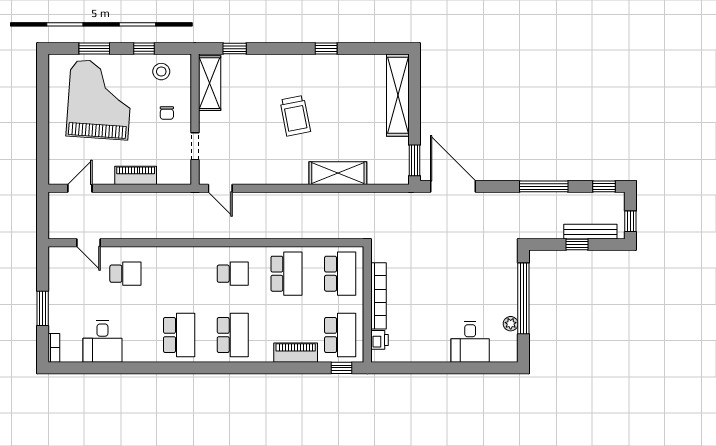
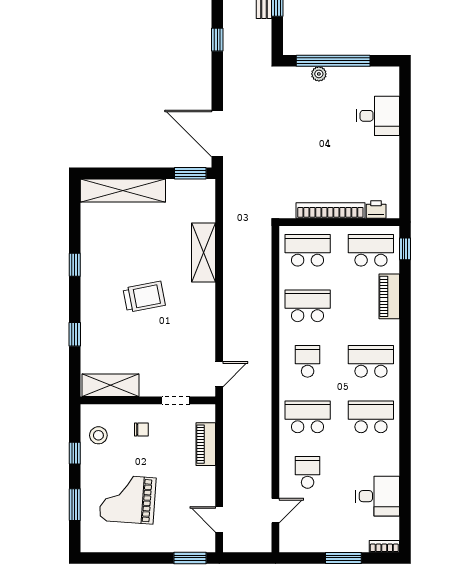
window: (235, 49) -> (75, 334), moved
grand piano: (99, 100) -> (128, 499), width x0.73, depth x0.68
window: (43, 160) -> (190, 558), added
piano: (136, 175) -> (206, 444), moved
door: (453, 186) -> (217, 134), hinge flipped
window: (544, 186) -> (217, 40), width x0.46
school desk: (179, 274) -> (308, 417), added
plant: (511, 324) -> (319, 74), moved

